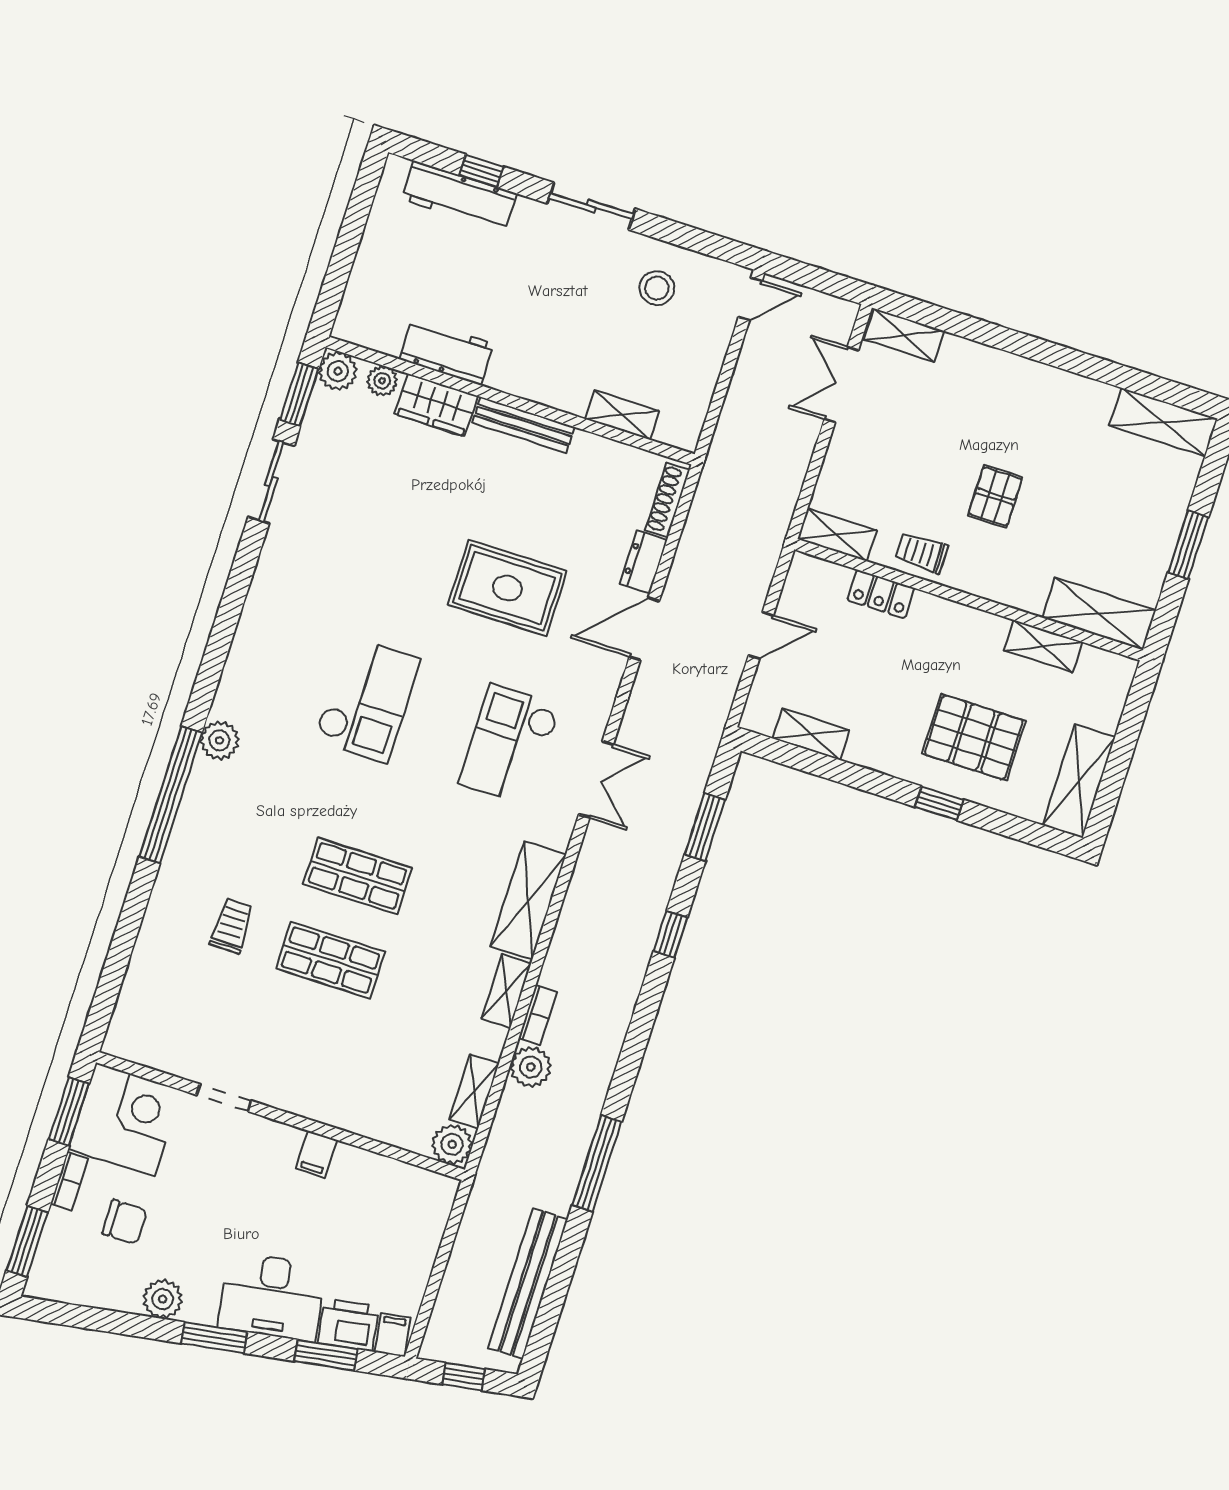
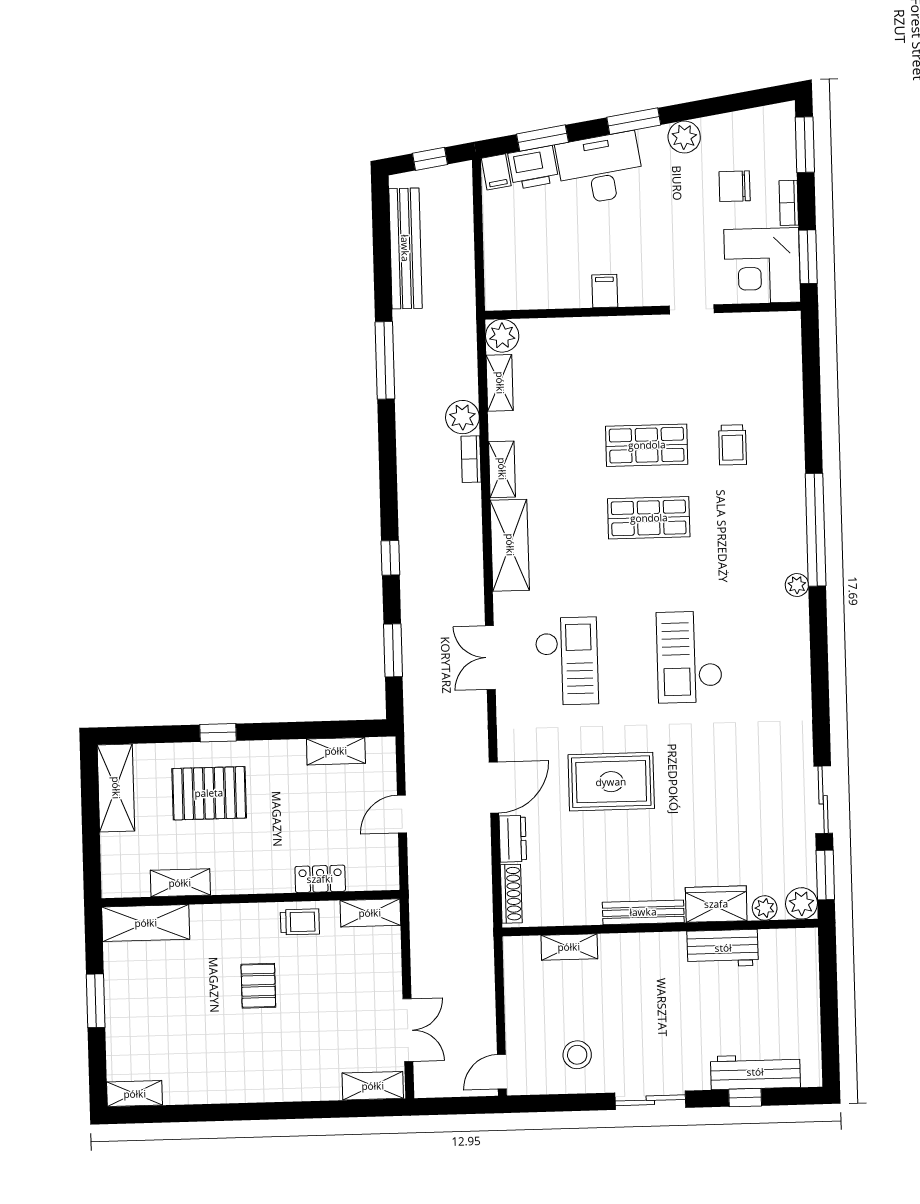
shelving: (1164, 422) -> (135, 1094), width x0.67, depth x0.75
plant: (219, 740) -> (797, 585), width x0.73, depth x0.73

